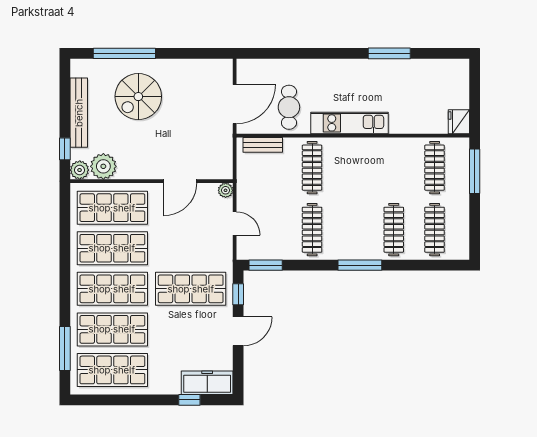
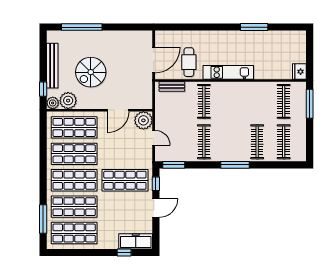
spiral stairs: (138, 97) -> (91, 72), moved
plant: (226, 190) -> (143, 120), width x1.88, depth x1.88

